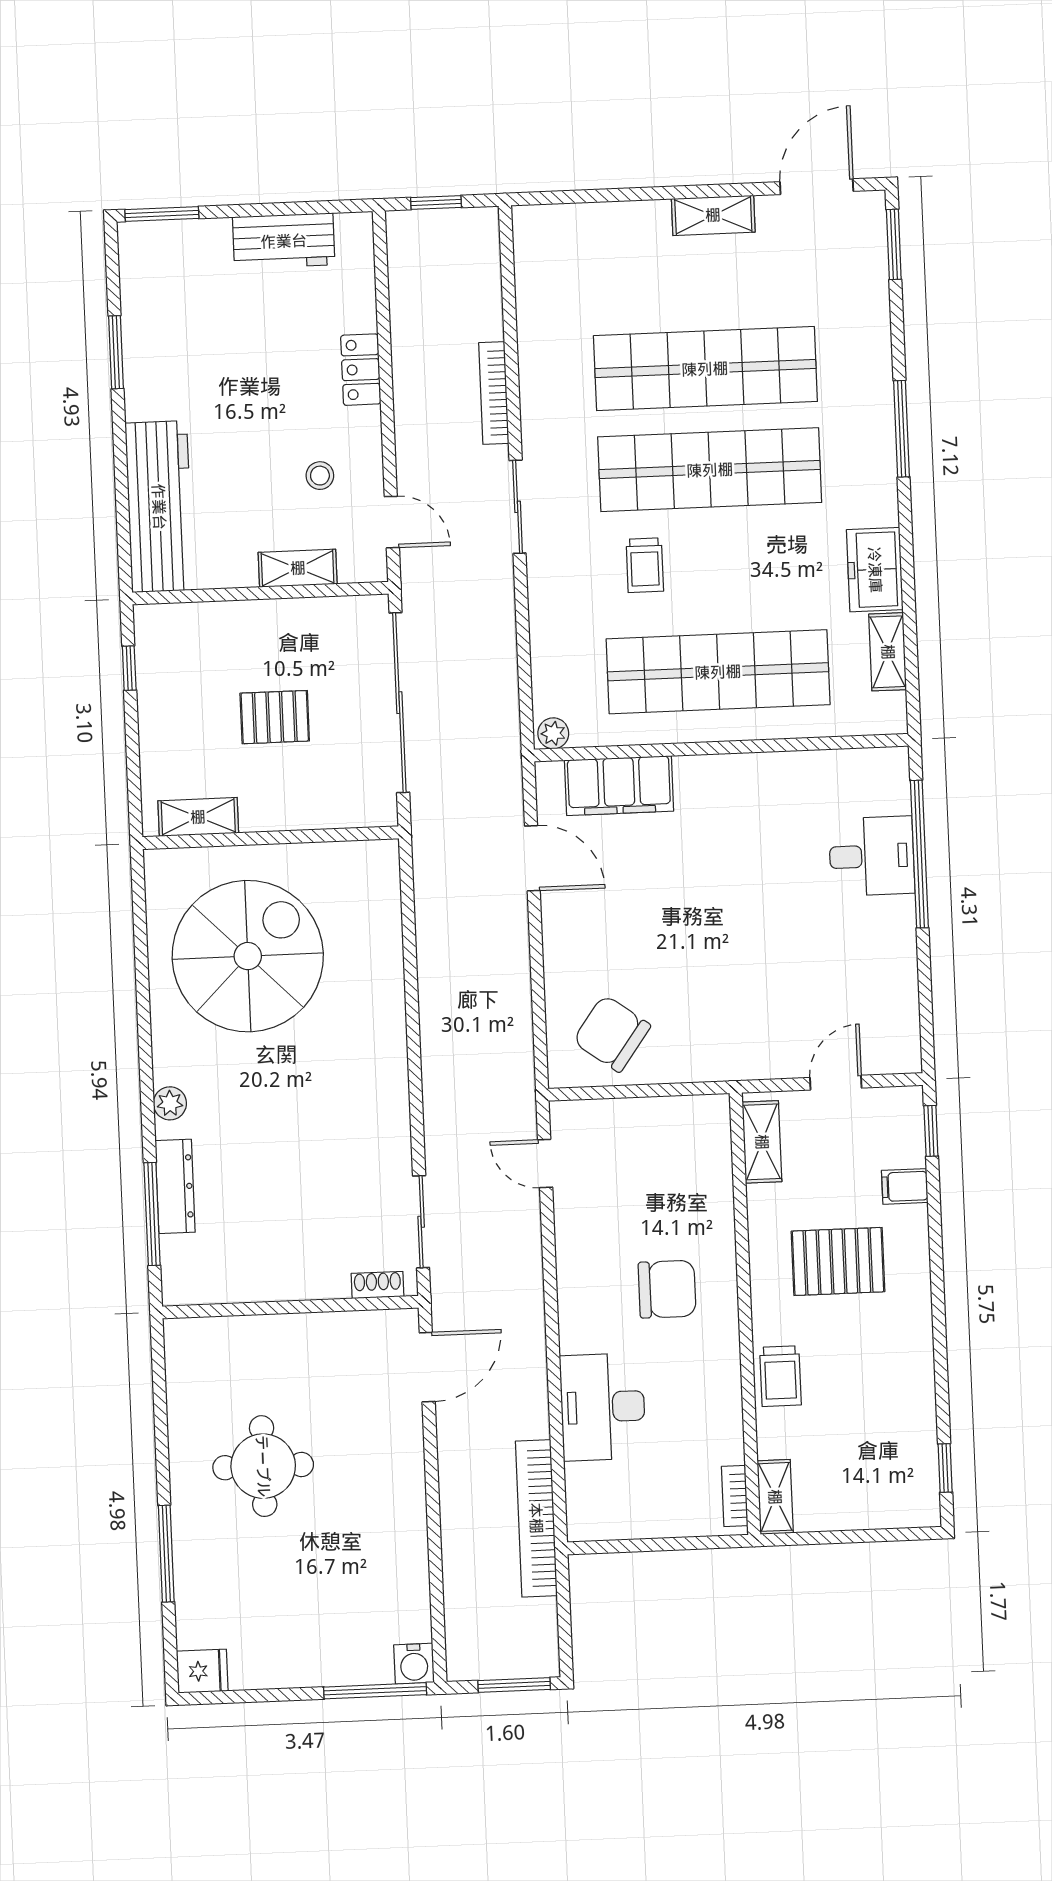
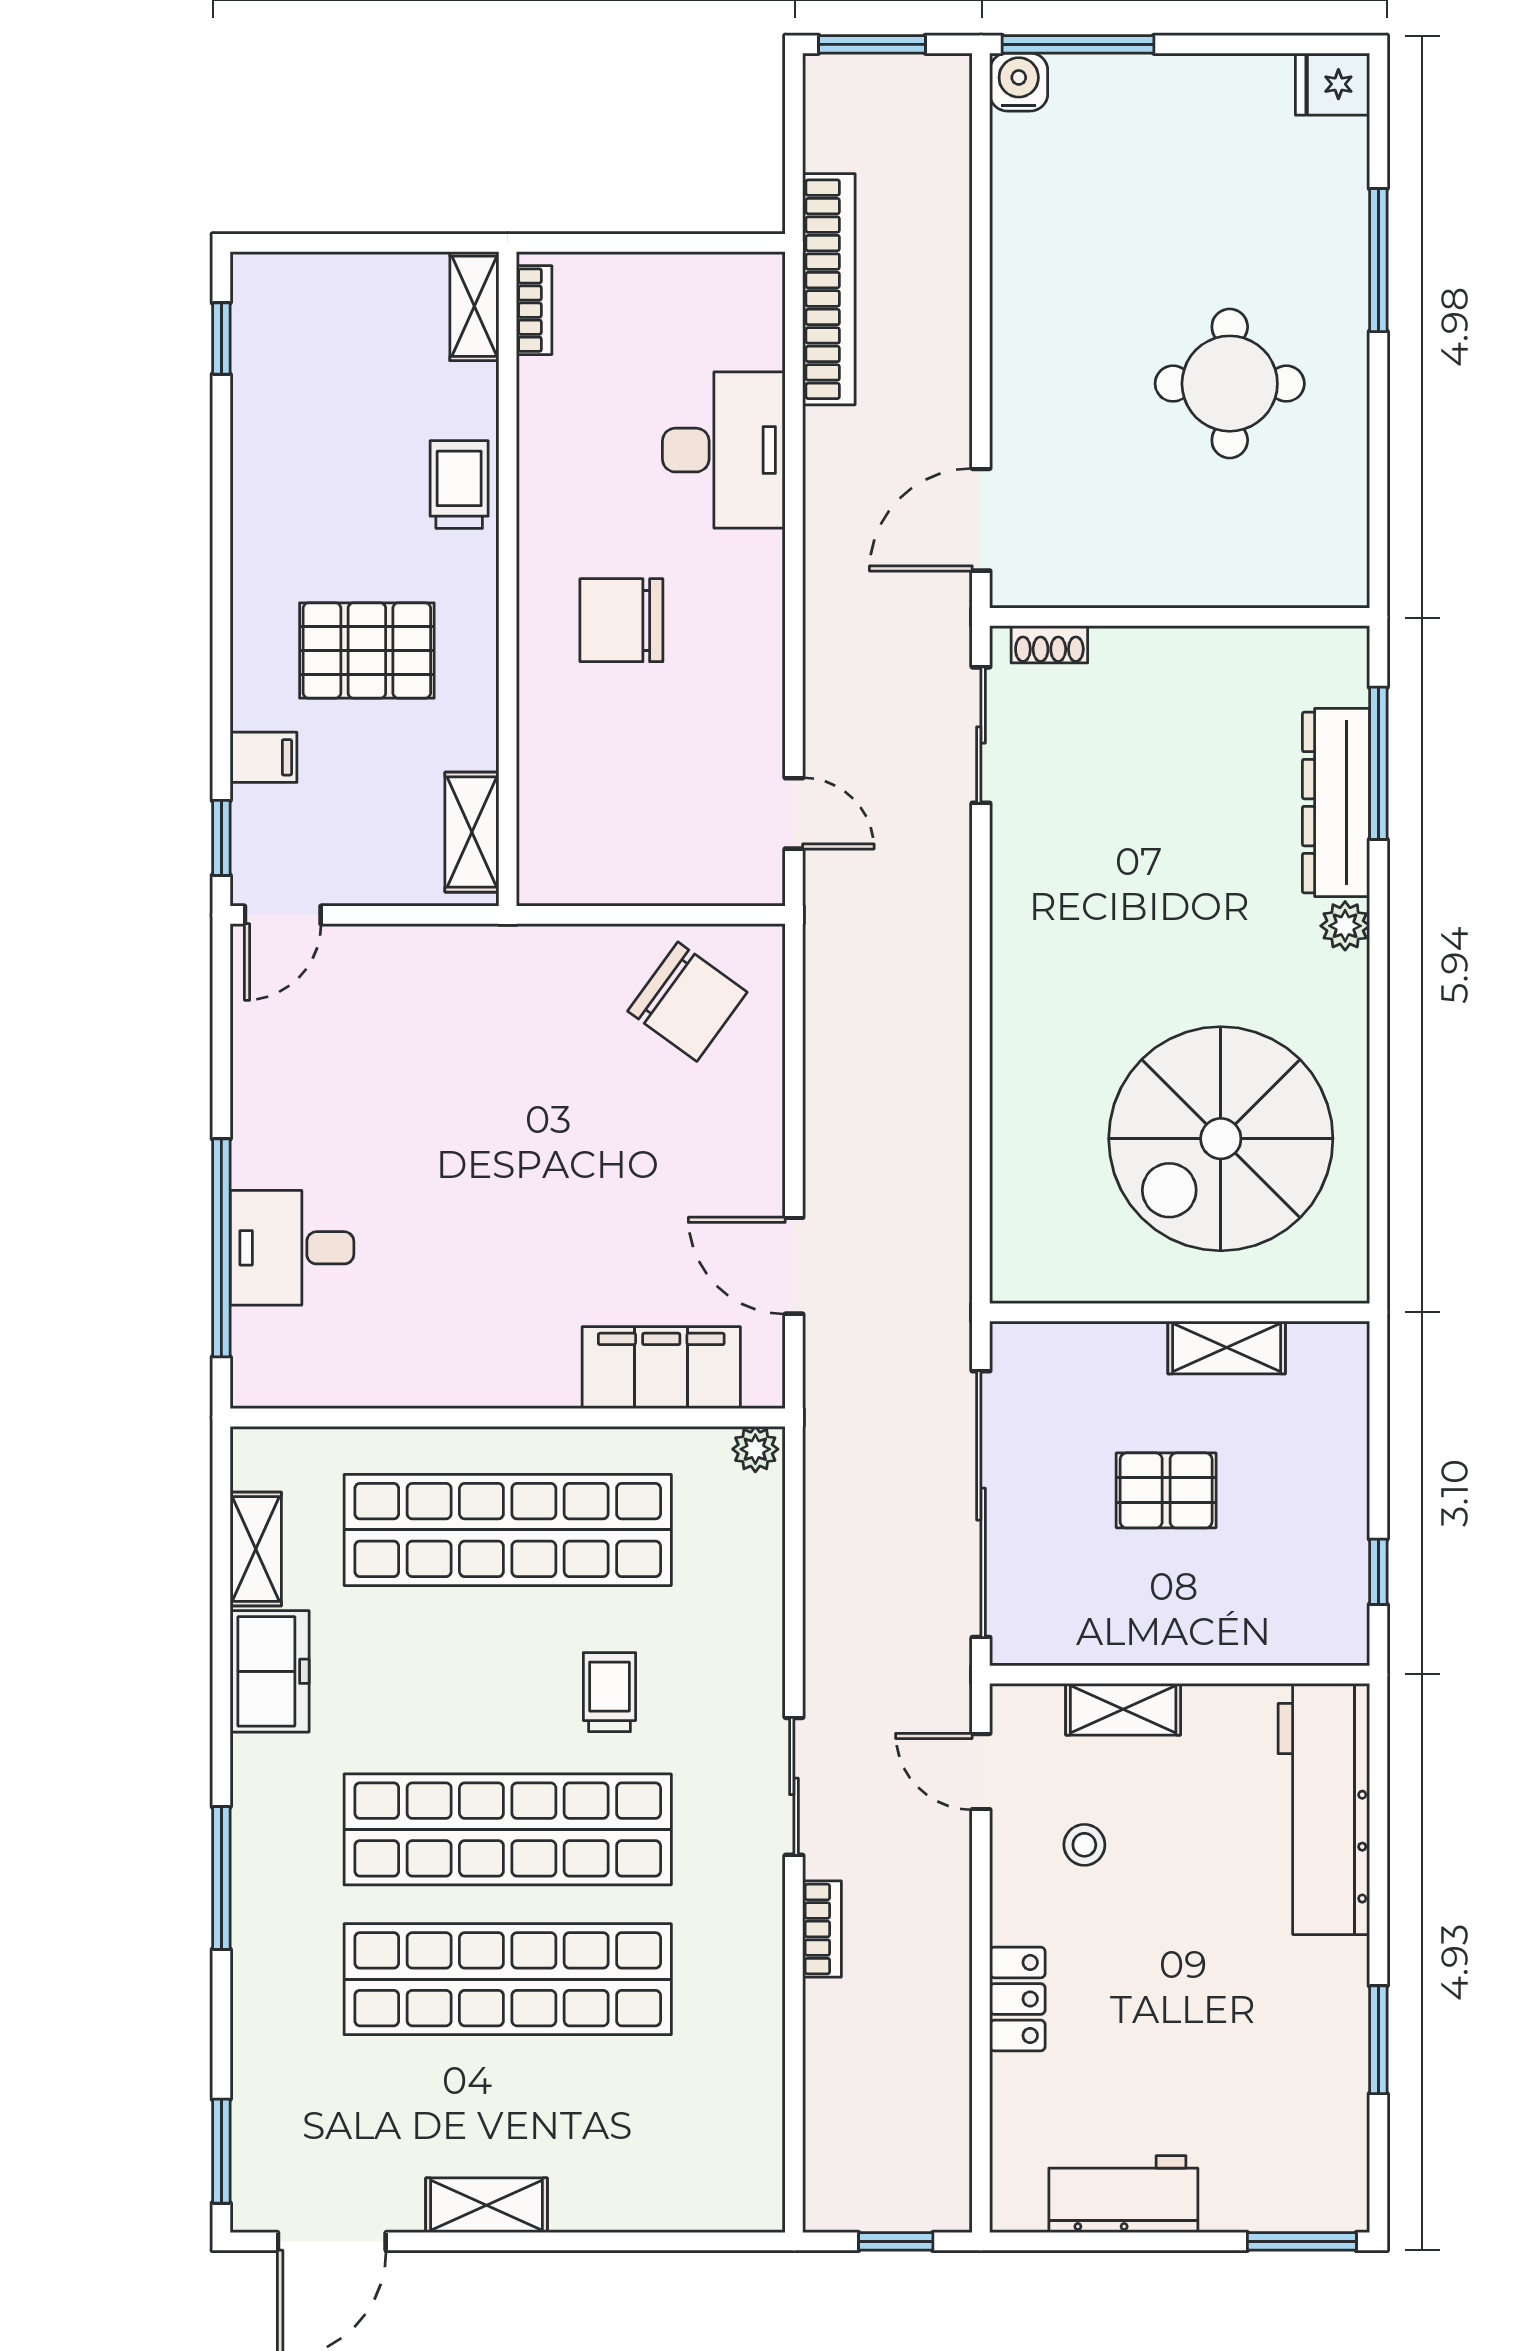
bookcase: (494, 393) -> (822, 1929), width x0.64
shelving: (198, 817) -> (1227, 1348), moved
door: (836, 1083) -> (283, 915), moved
dresser: (175, 1186) -> (1336, 803), width x1.37, depth x1.24

